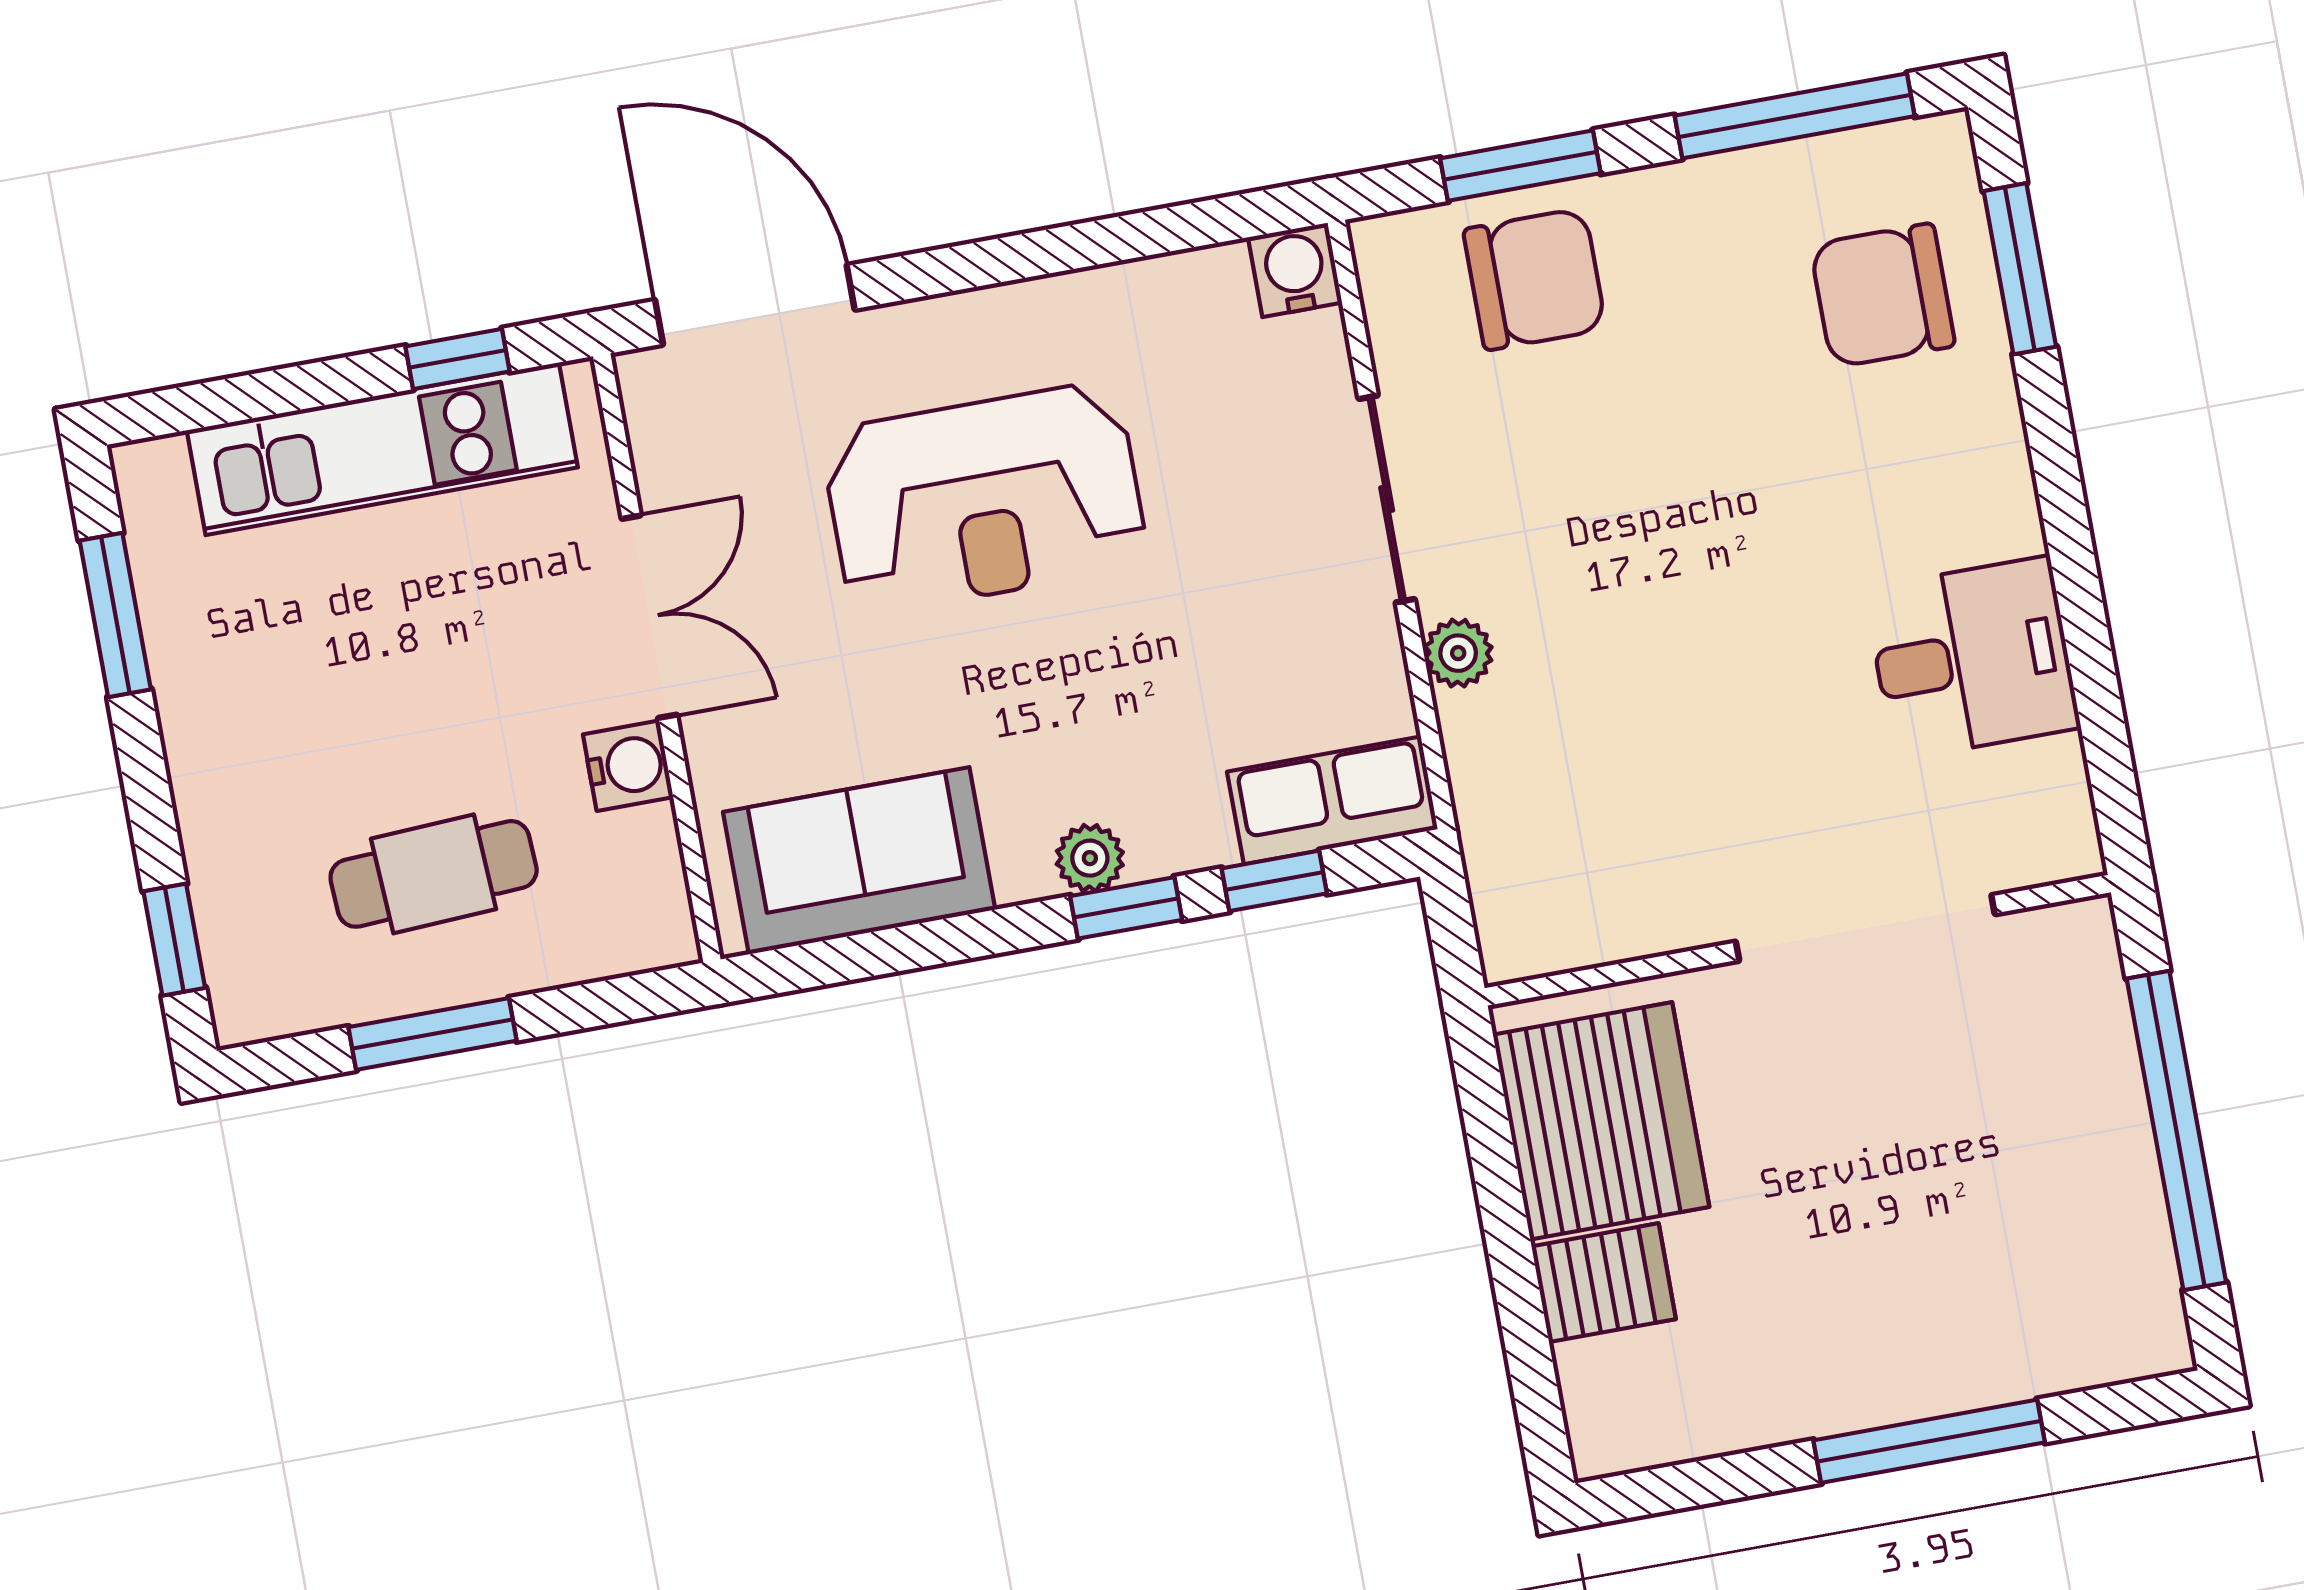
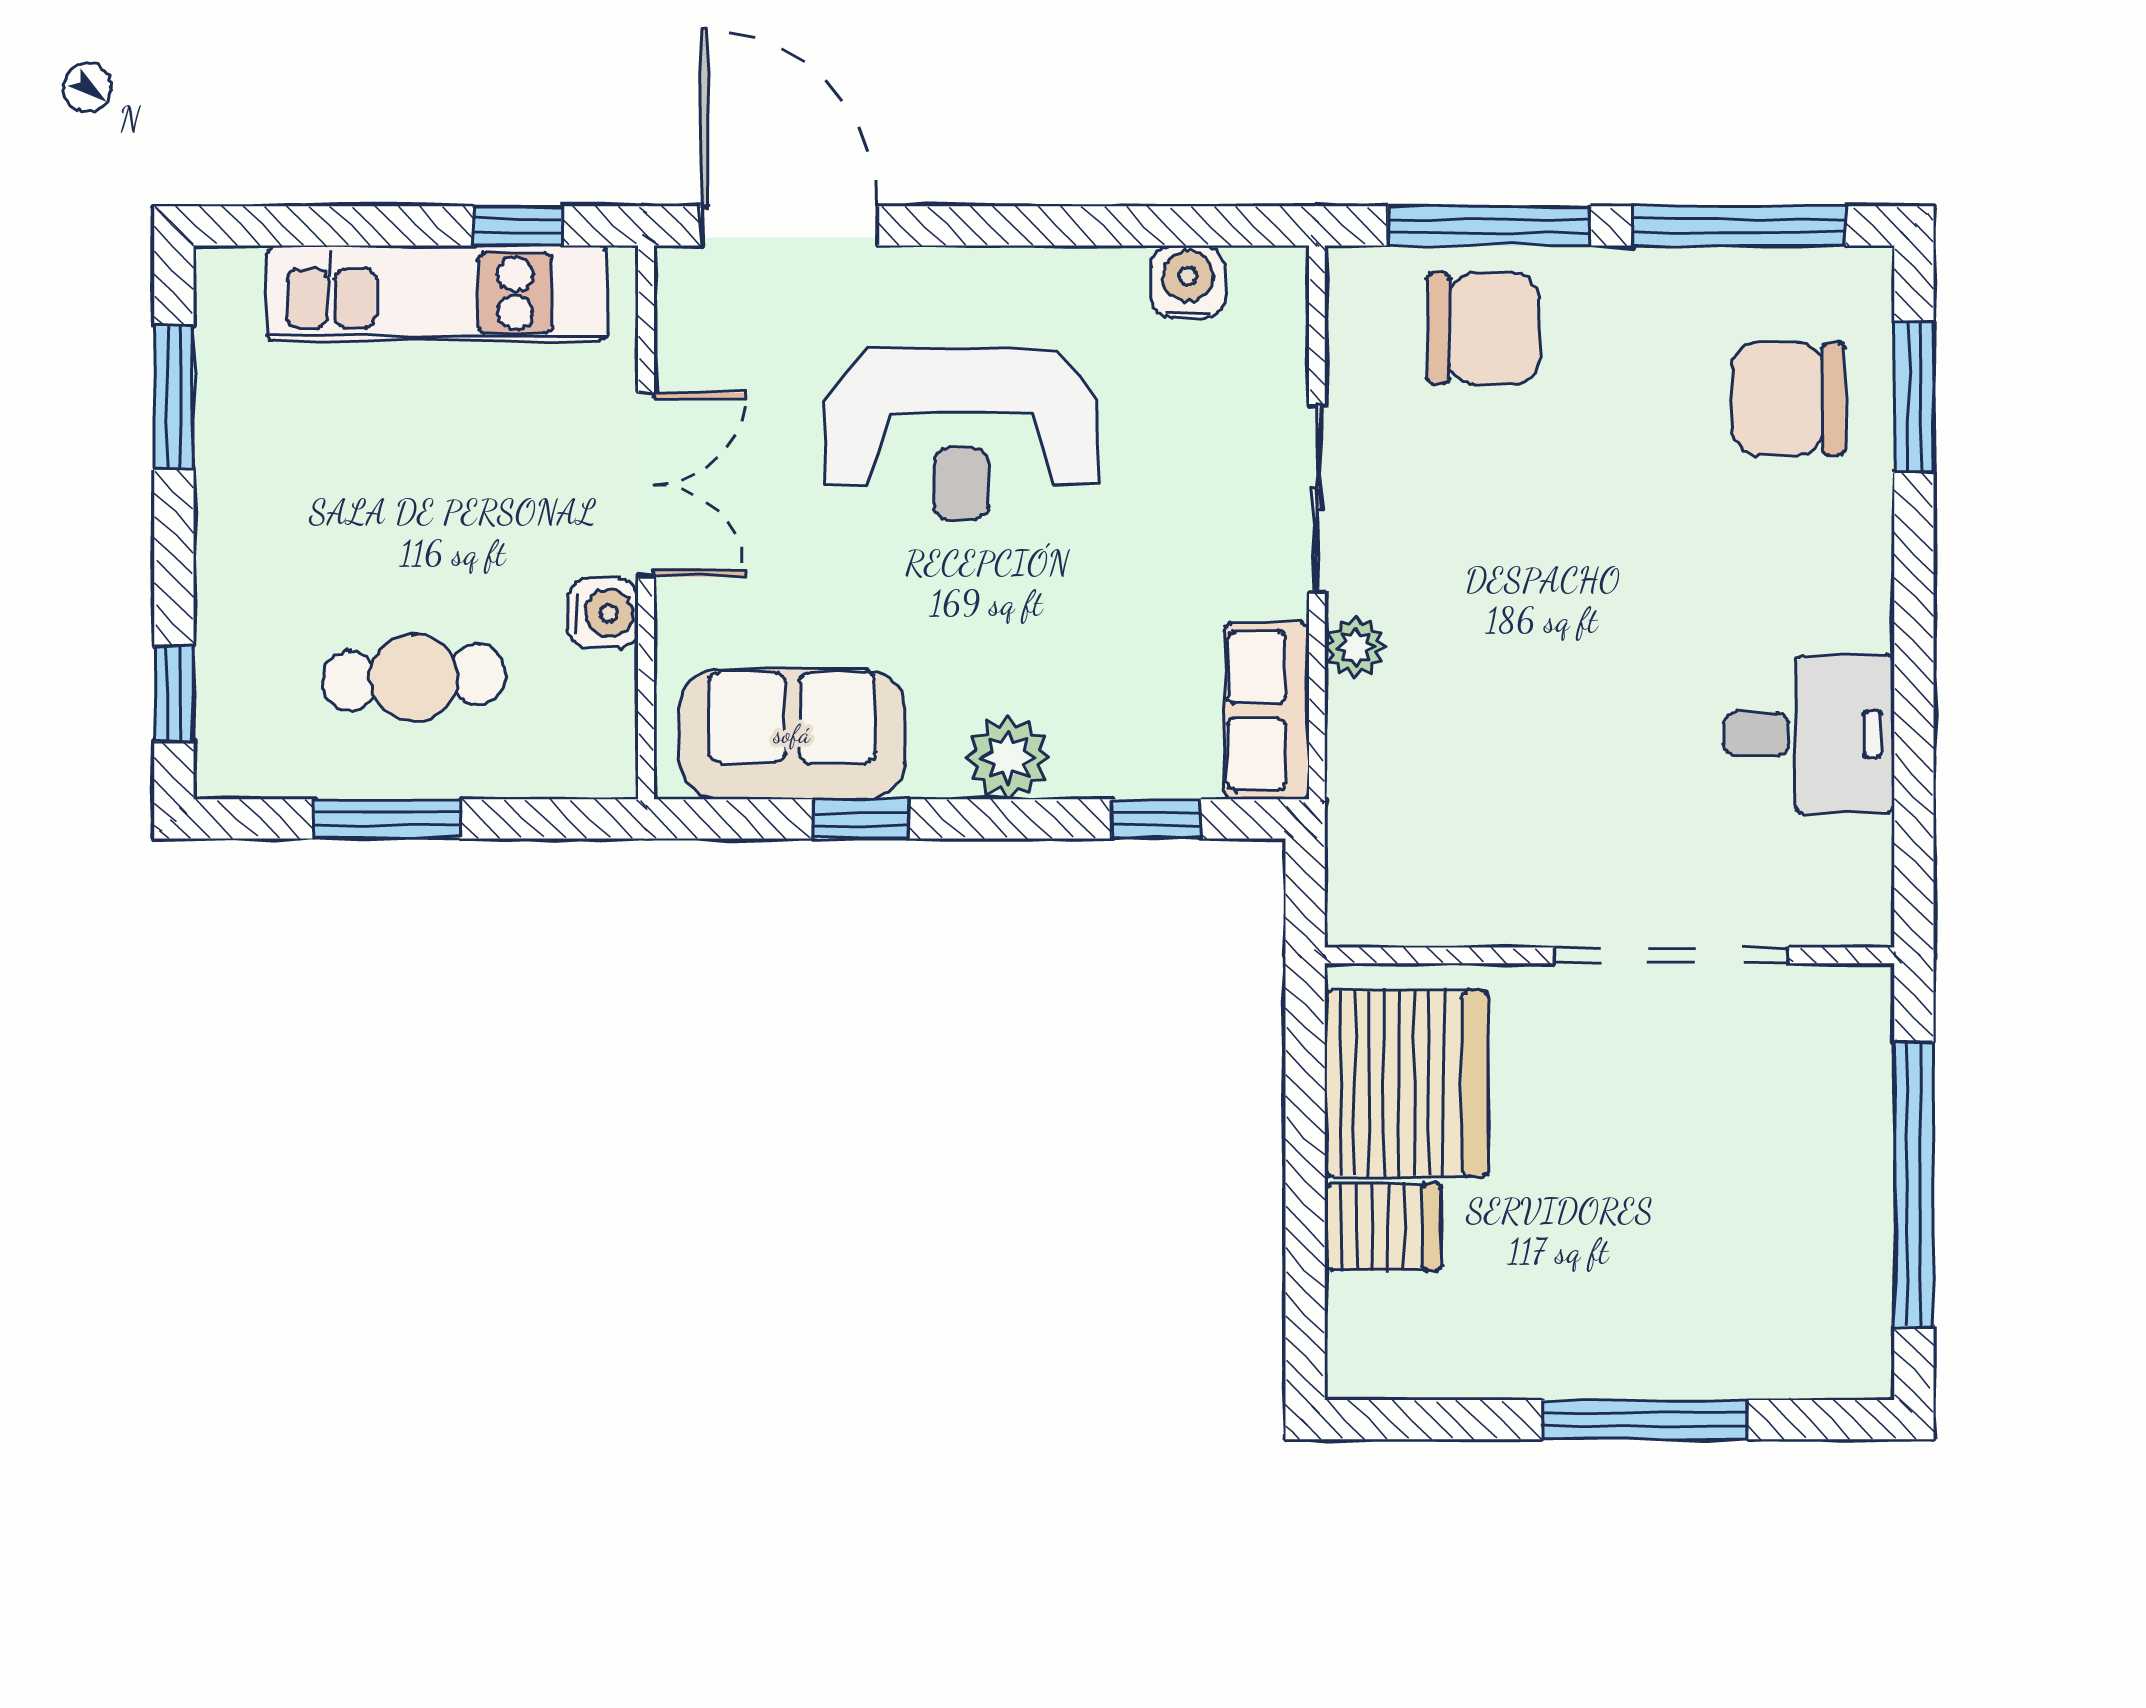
window: (1520, 166) -> (1489, 226), width x1.44
water cooler: (1295, 270) -> (1188, 282), moved
row of seats: (1332, 800) -> (1267, 711), moved, turned -90
plant: (1090, 858) -> (1008, 758), width x1.38, depth x1.38
window: (1126, 908) -> (861, 819), moved

